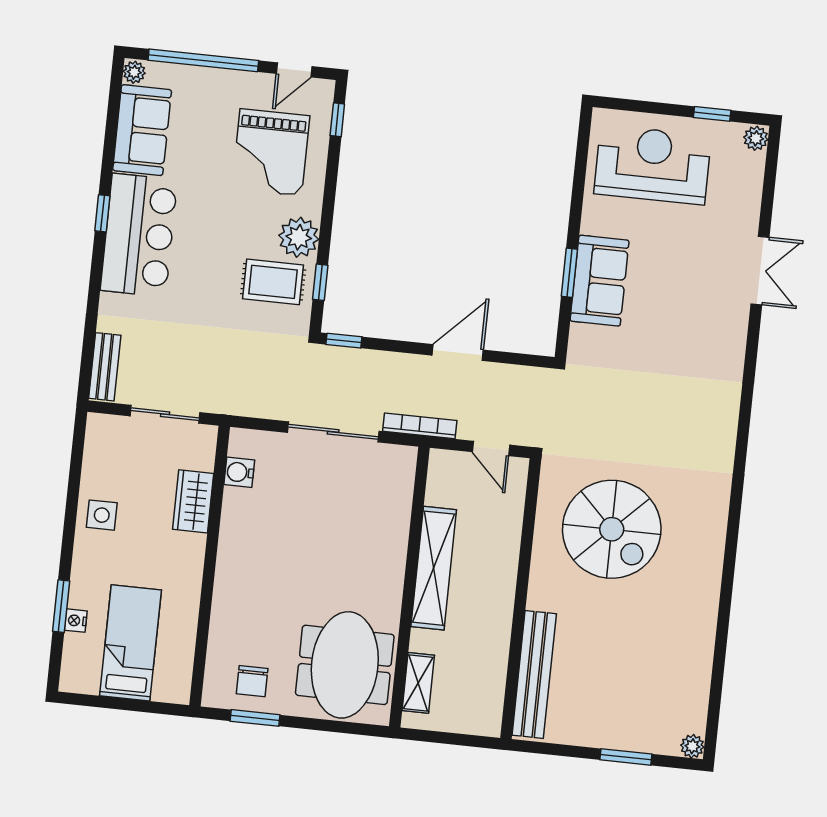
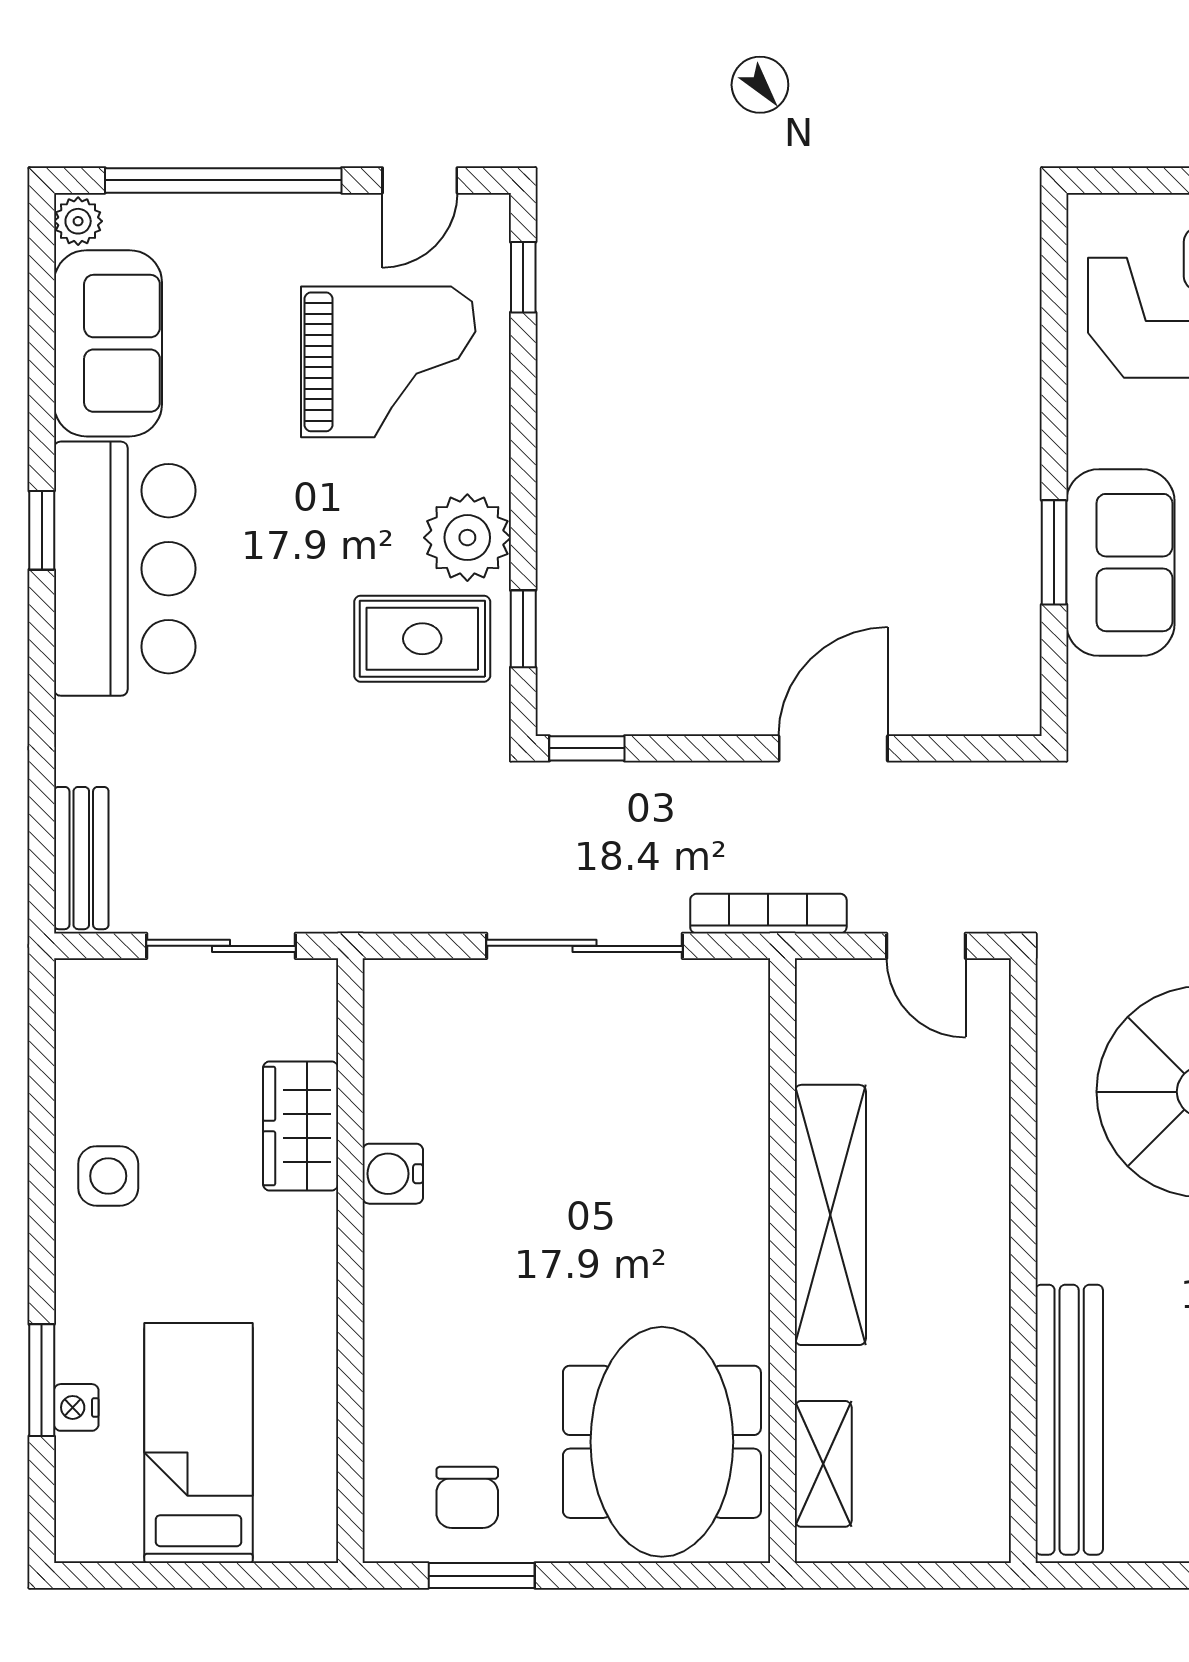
grand piano: (271, 152) -> (388, 362), turned -90
water cooler: (239, 472) -> (393, 1174), moved

